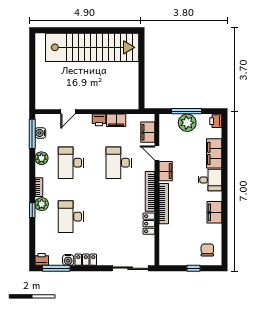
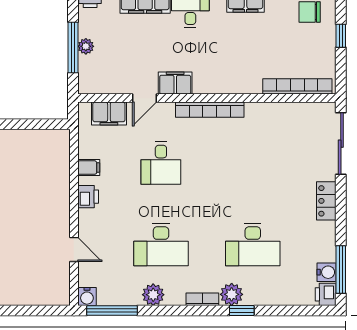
filing cabinet: (116, 120) -> (89, 168), width x0.50
plant: (187, 123) -> (86, 46), width x0.53, depth x0.53
water cooler: (40, 133) -> (87, 297), moved
desk: (119, 163) -> (161, 163), width x0.73
bookcase: (164, 204) -> (297, 86), moved
locker: (149, 224) -> (265, 112), removed
water cooler: (68, 260) -> (327, 272), moved
locker: (86, 260) -> (326, 201), moved

